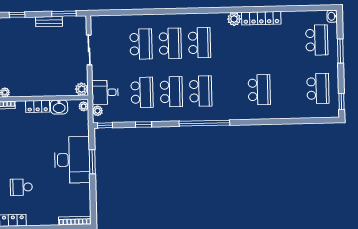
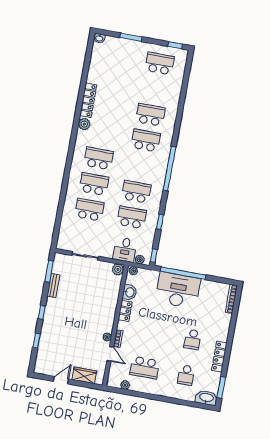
school desk: (317, 40) -> (117, 56), removed
school desk: (201, 91) -> (146, 140), moved
window: (92, 162) -> (183, 273), width x2.11

